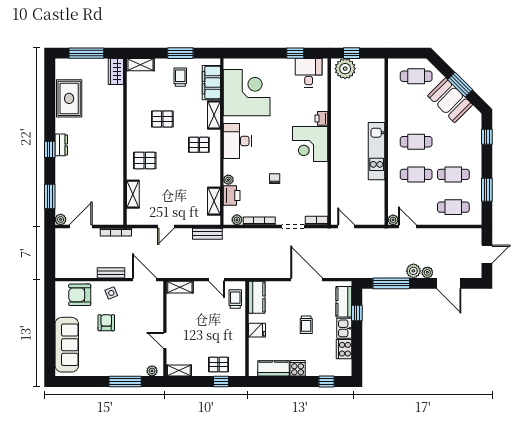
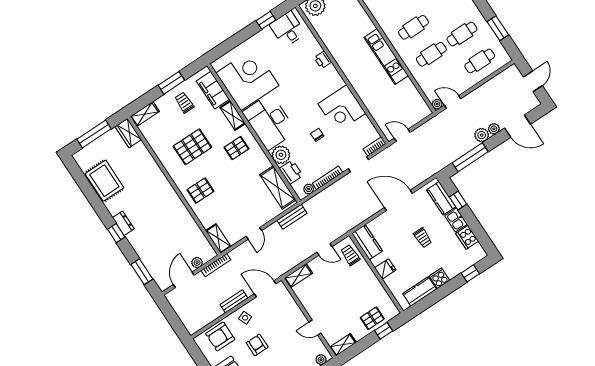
pallet: (162, 119) -> (192, 147), width x1.50, depth x1.42
desk: (237, 141) -> (269, 122), width x1.36, depth x1.30
corner desk: (310, 144) -> (342, 108), moved
plant: (228, 180) -> (281, 155), width x1.87, depth x1.87
shelving: (133, 194) -> (218, 239), moved
shelving: (214, 201) -> (278, 187), width x1.50, depth x1.33
plant: (61, 219) -> (197, 263), moved

